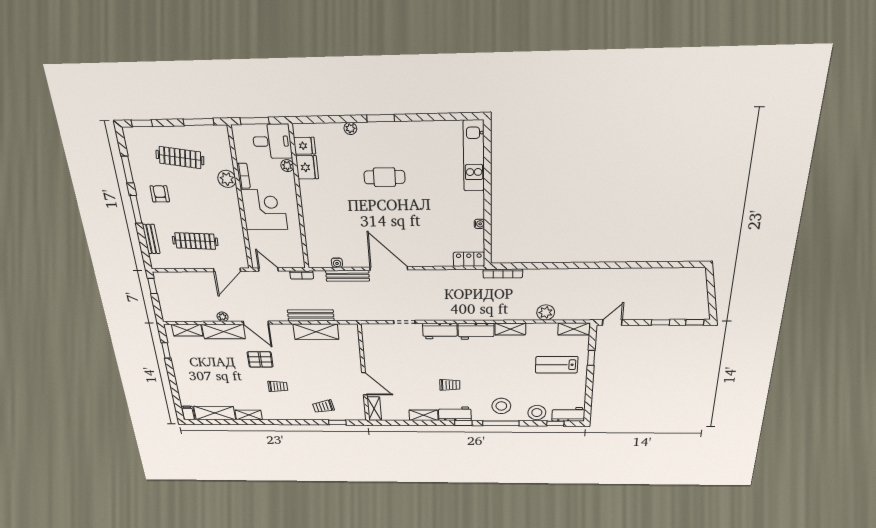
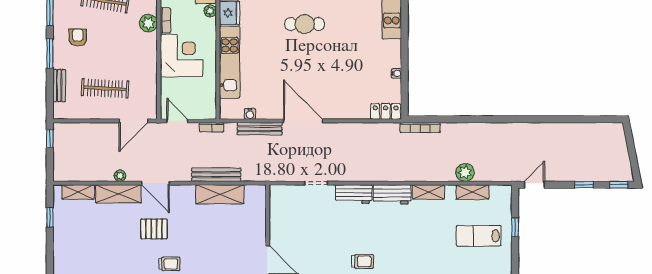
kitchen unit: (312, 215) -> (230, 62), added
shelving: (574, 329) -> (472, 192), moved

